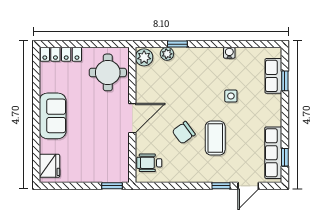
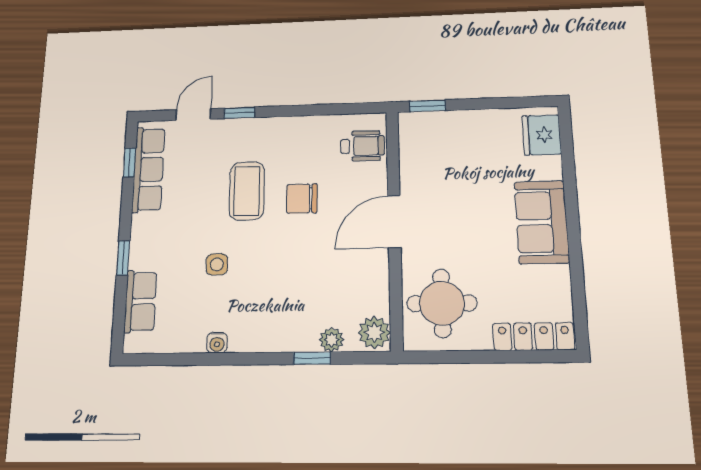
window: (285, 81) -> (123, 258), moved
chair: (184, 133) -> (302, 199), turned -144

